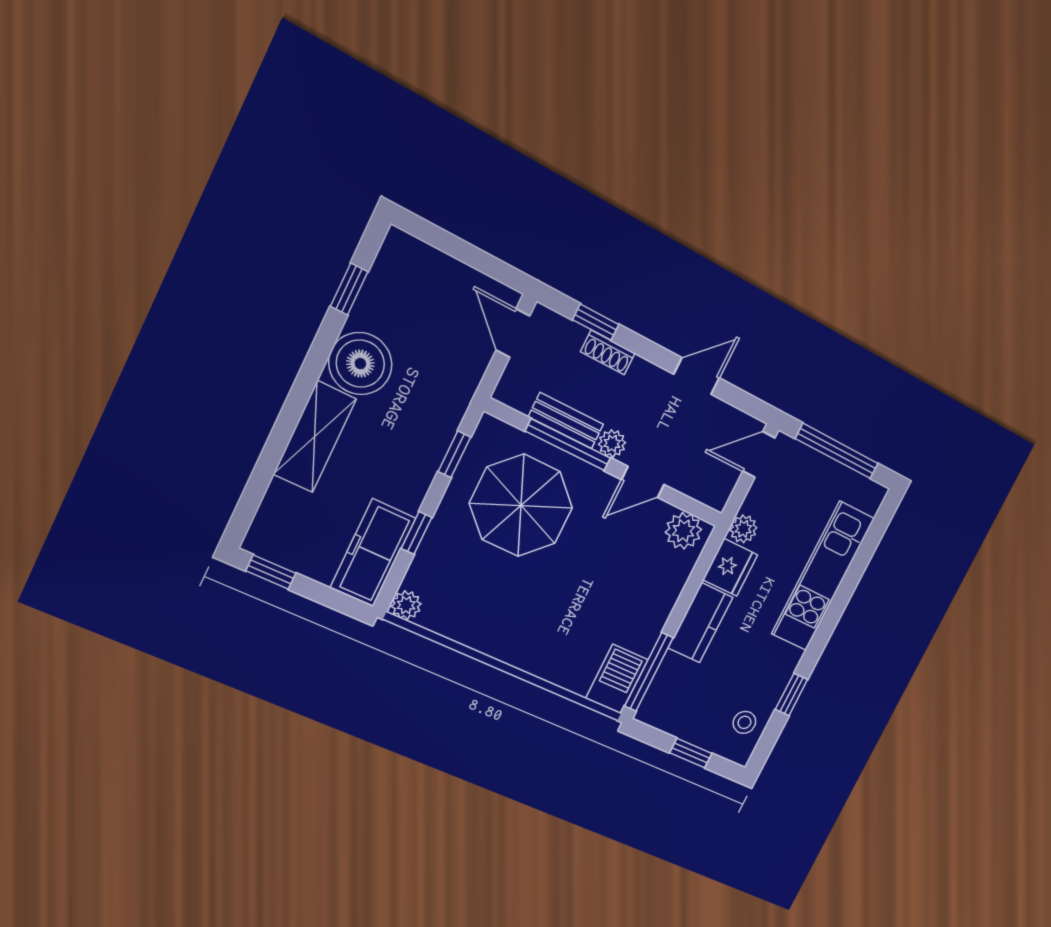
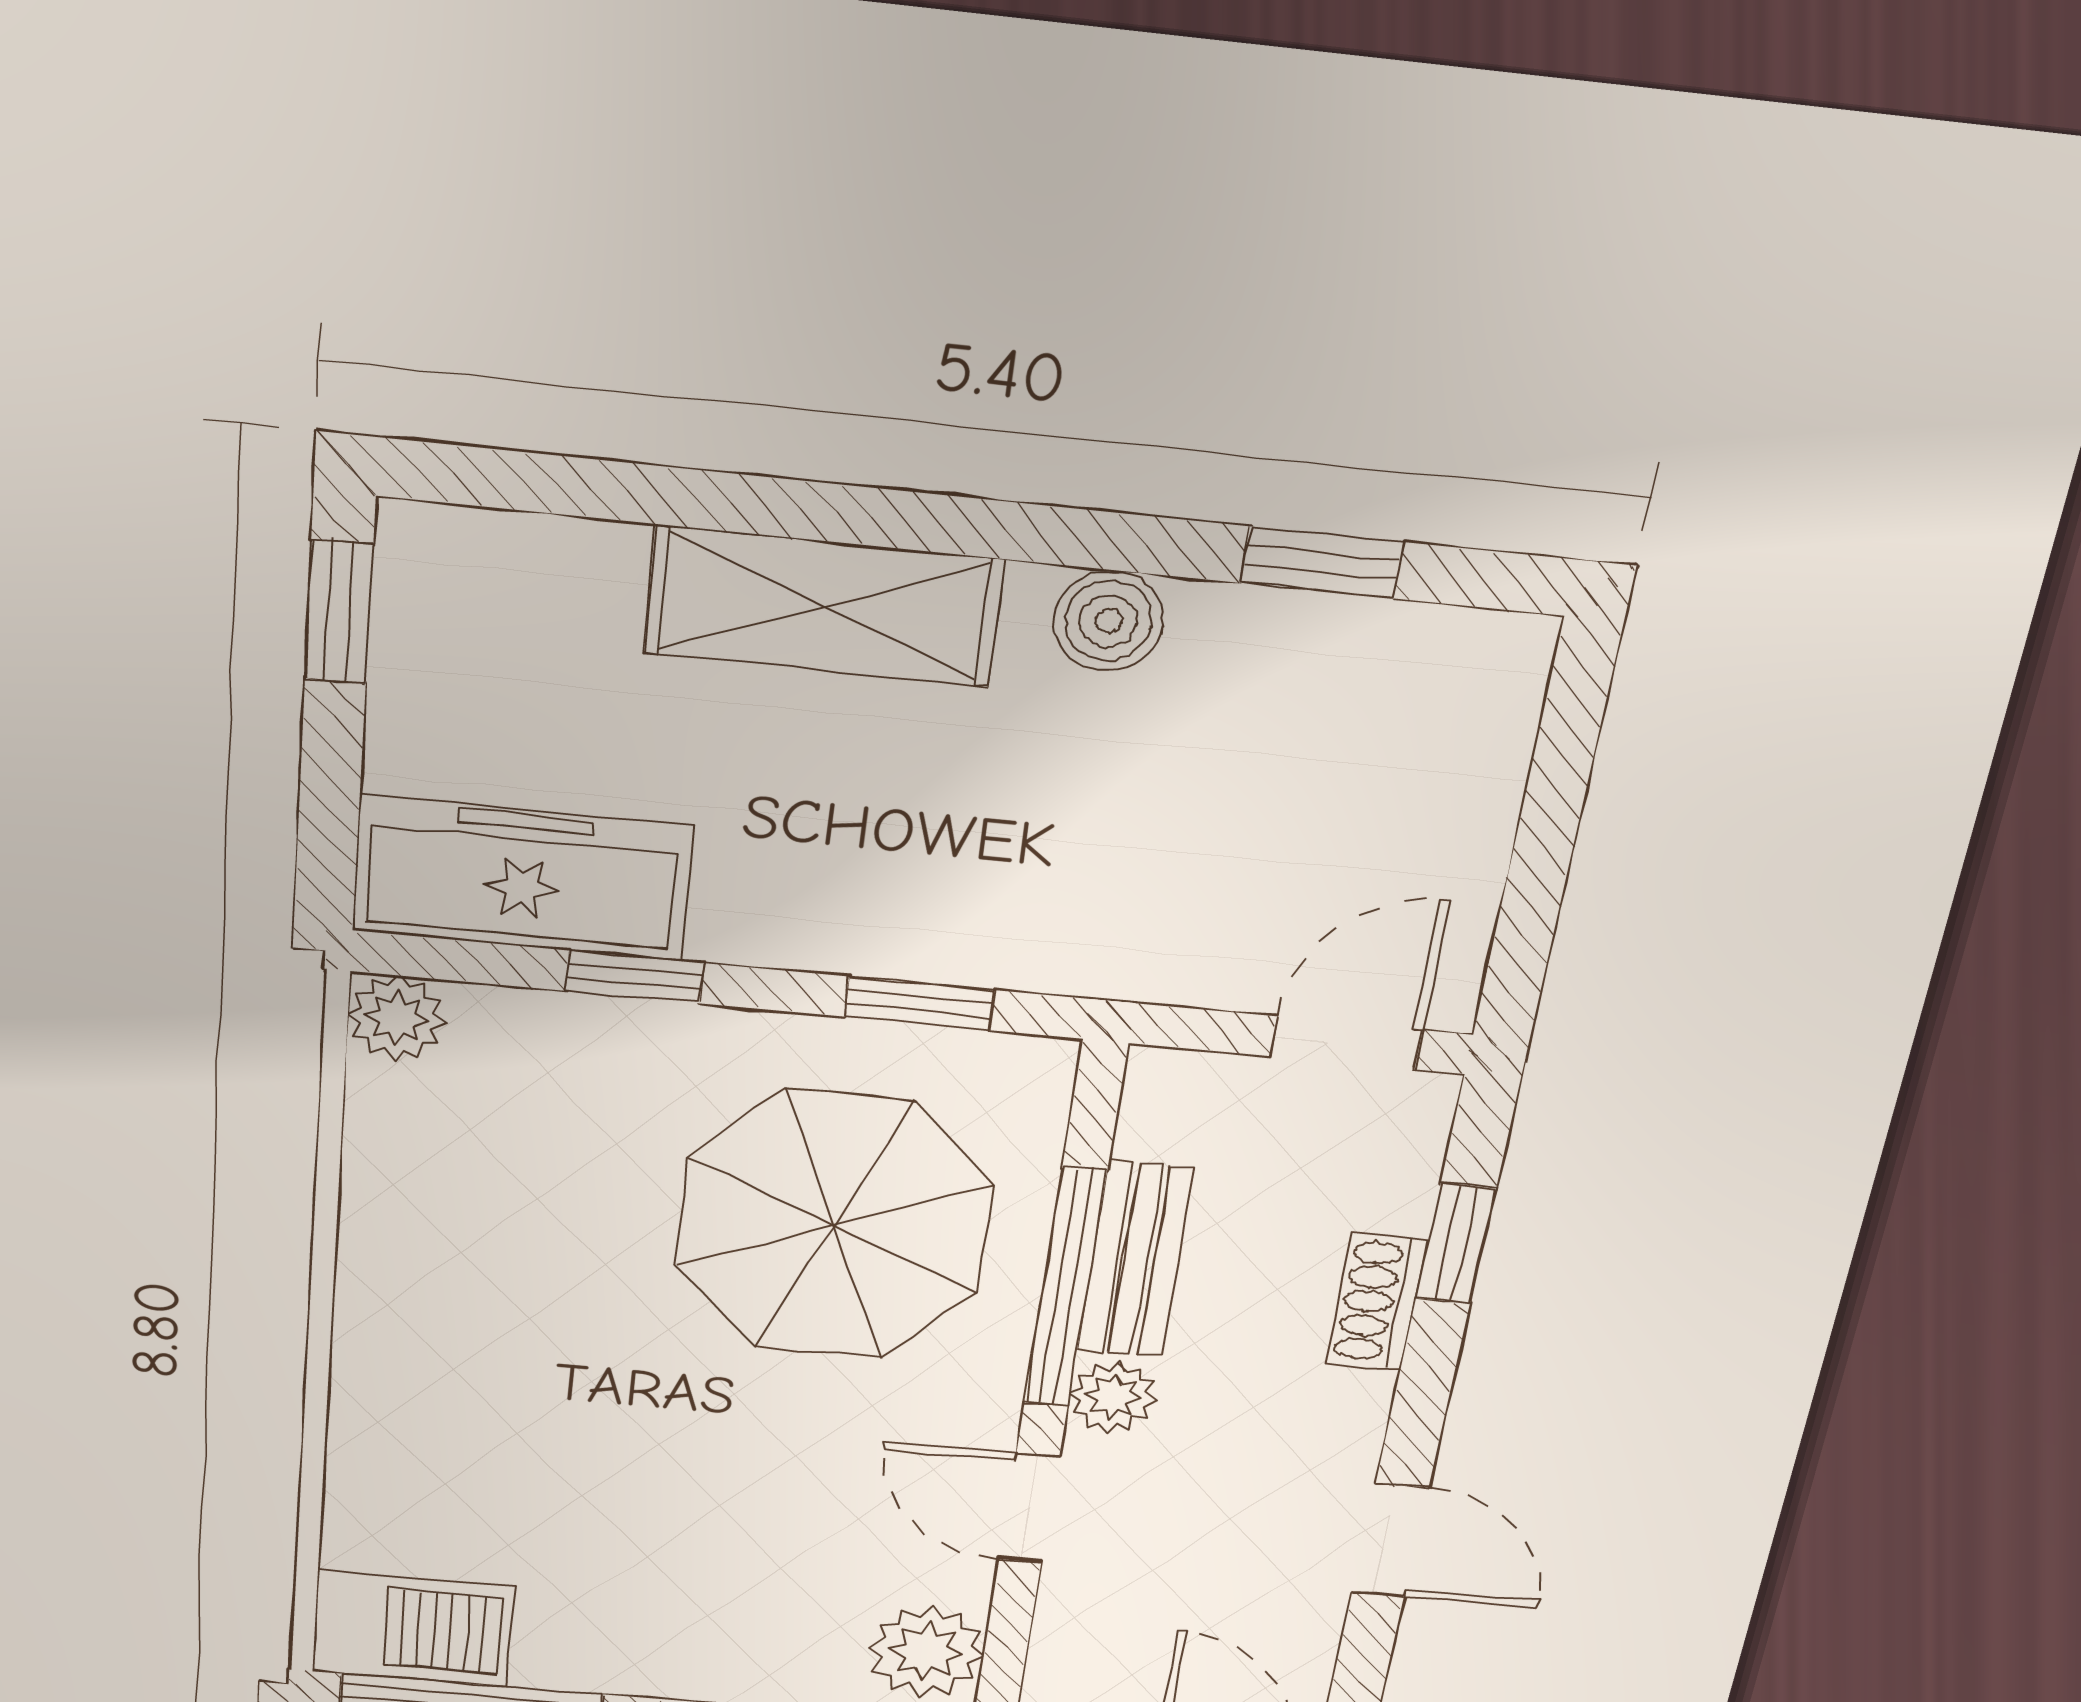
boiler: (360, 364) -> (1108, 621), width x0.54, depth x0.54

